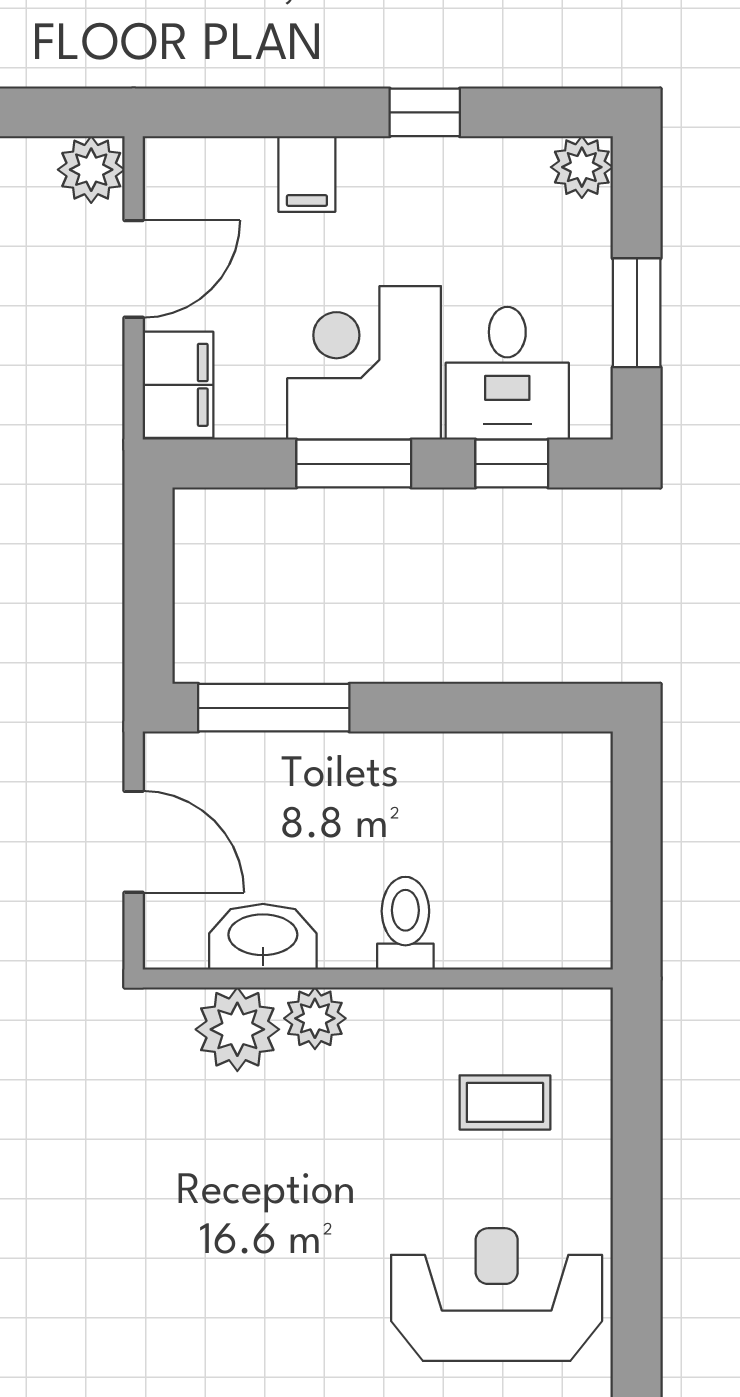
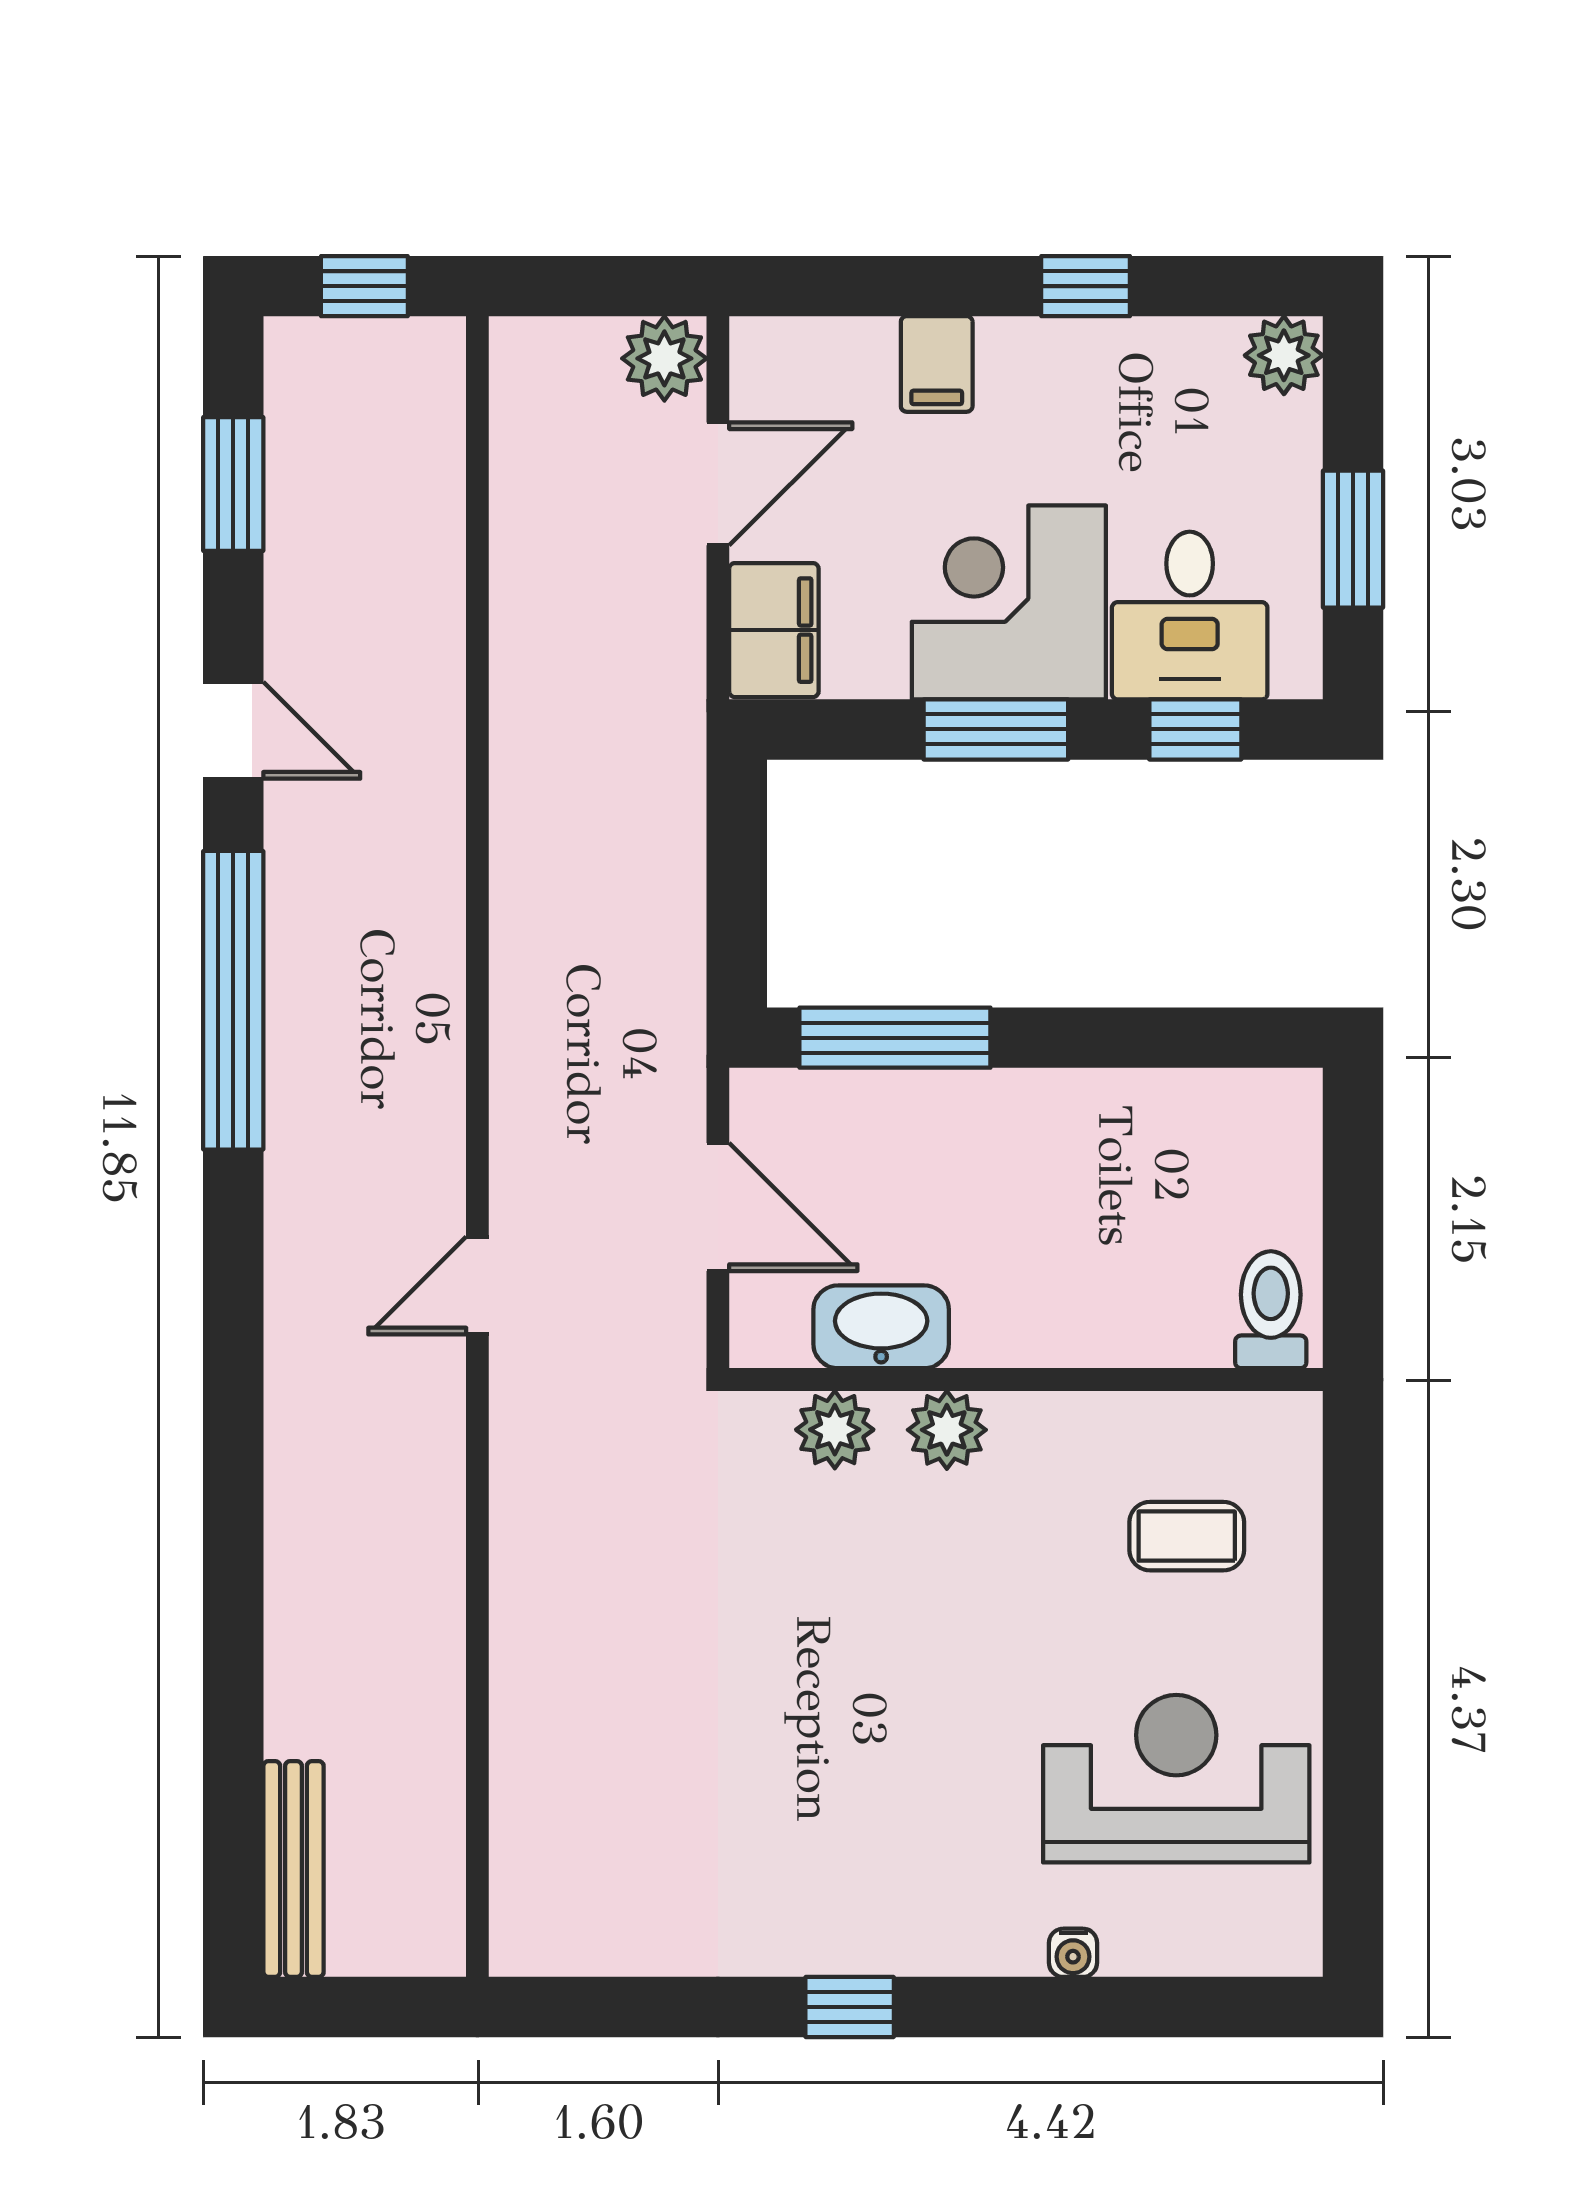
toilet: (405, 923) -> (1271, 1310), moved
plant: (237, 1029) -> (835, 1430), width x0.73, depth x0.73

